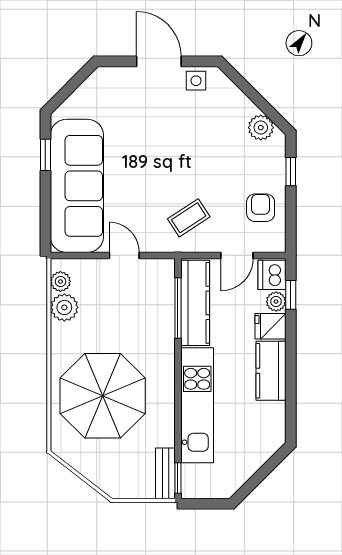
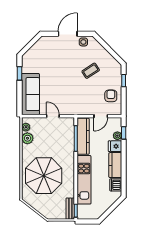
door: (159, 61) -> (68, 34), hinge flipped
plant: (261, 128) -> (111, 62), removed
sofa: (77, 186) -> (30, 94), width x0.74, depth x0.79
coffee table: (189, 218) -> (91, 71), moved
dishwasher: (272, 275) -> (116, 185), moved

